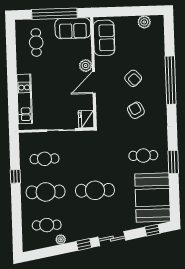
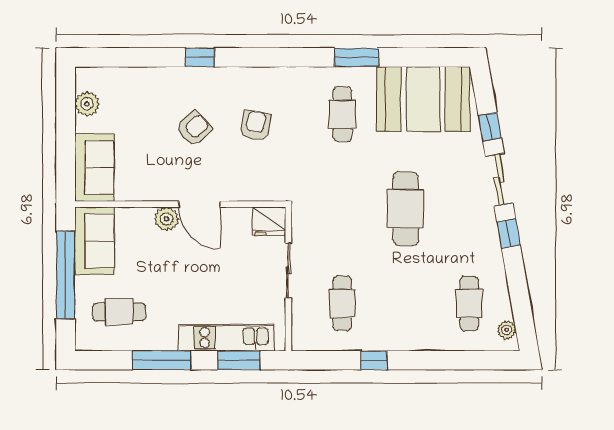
sofa: (104, 38) -> (94, 168), moved, turned 90
window: (12, 65) -> (162, 360), added
window: (171, 80) -> (200, 57), width x0.32
window: (13, 106) -> (239, 360), added
armchair: (136, 110) -> (255, 125), turned 129
cafe table: (46, 192) -> (406, 303), removed
window: (152, 230) -> (490, 127), moved
plant: (61, 239) -> (507, 330), moved

